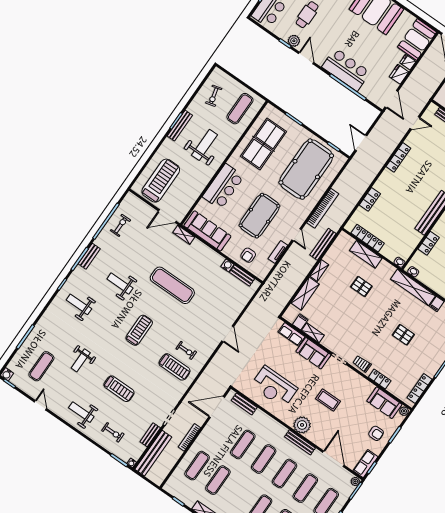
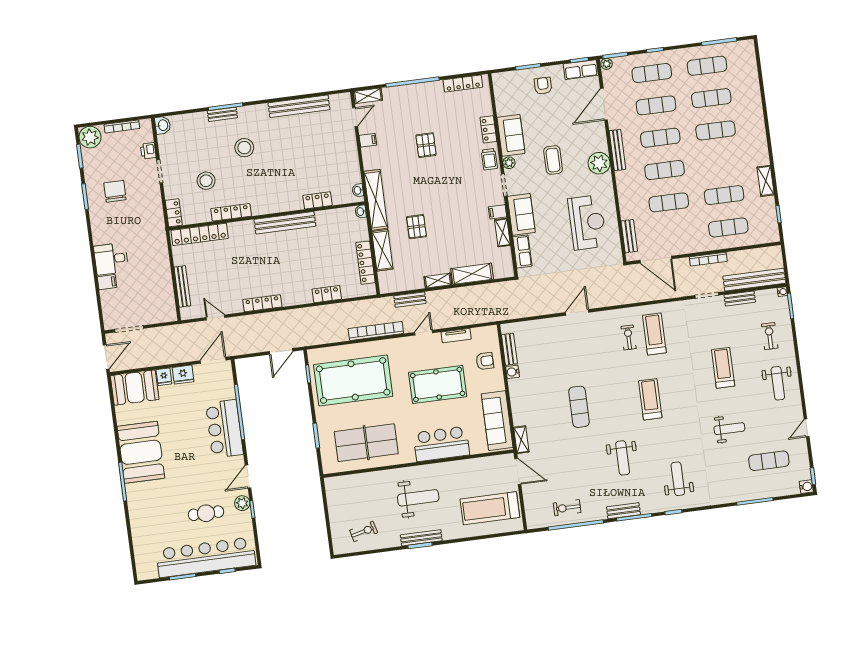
exercise mat: (240, 109) -> (353, 496), removed
weight bench: (204, 145) -> (418, 498), turned 180
bench: (323, 244) -> (410, 300), width x0.73
exercise mat: (172, 285) -> (579, 407), width x0.73, depth x0.69
shelving: (413, 287) -> (376, 200), moved
weight bench: (79, 304) -> (678, 479), turned 180
filing cabinet: (300, 322) -> (497, 212), moved
treadmill: (139, 330) -> (650, 399), turned 90
sofa: (384, 403) -> (511, 135), moved
plant: (404, 411) -> (509, 163), moved

